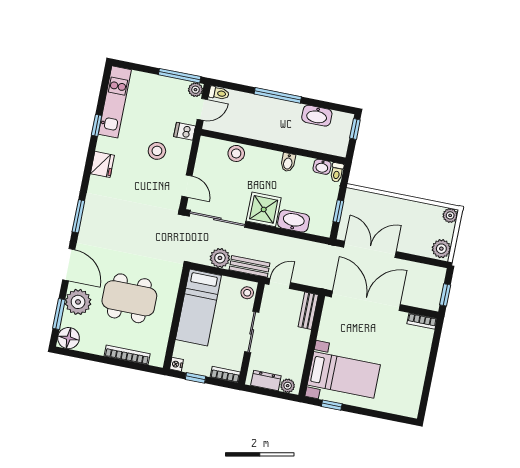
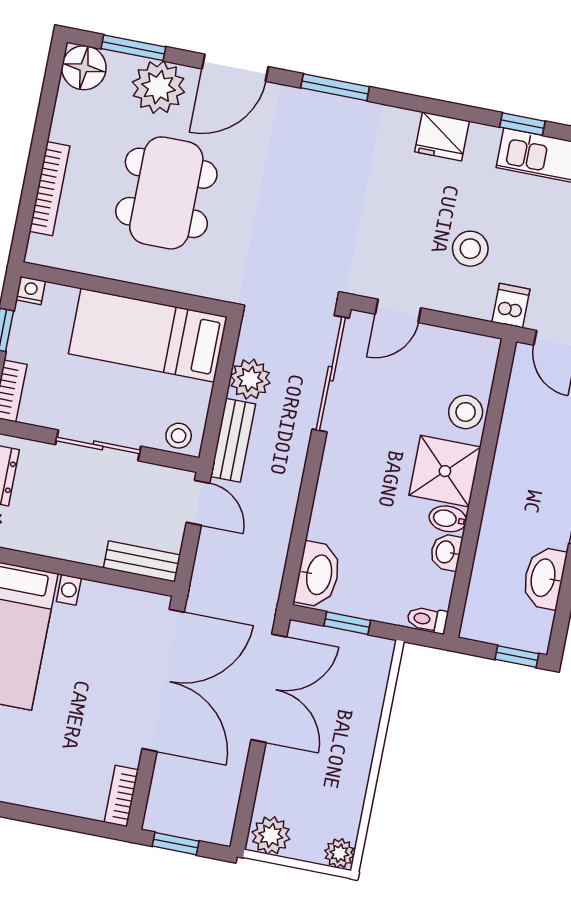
washbasin: (322, 167) -> (446, 552), moved
shower: (264, 209) -> (445, 471), moved
washbasin: (294, 221) -> (318, 575), moved

